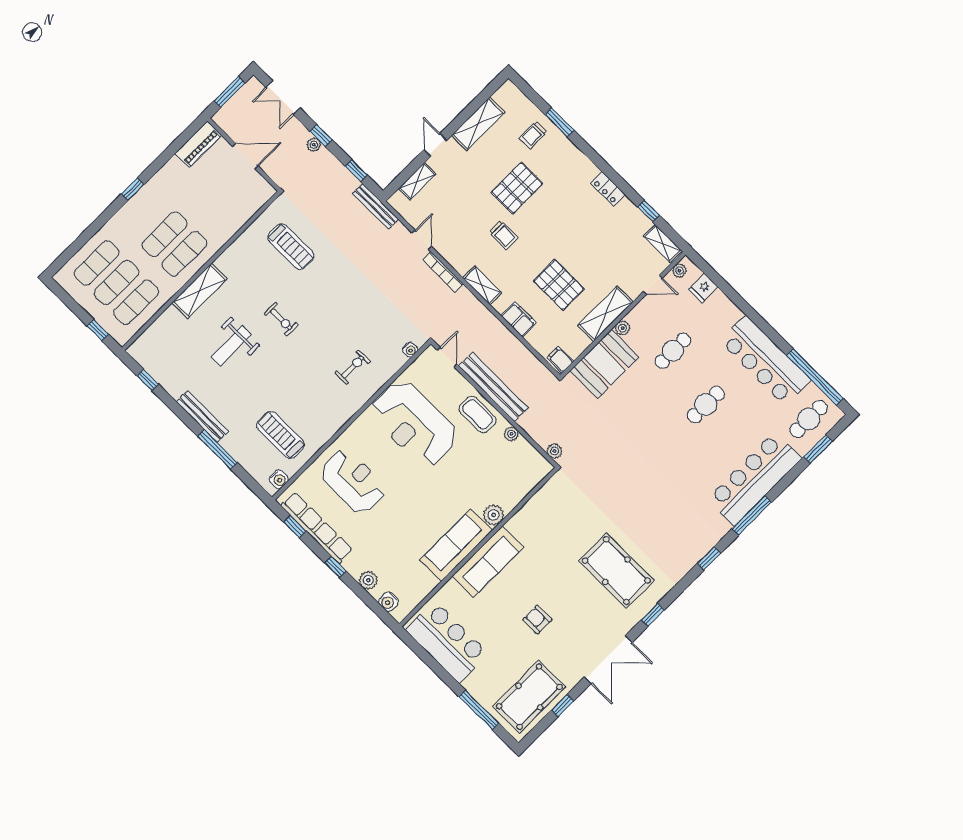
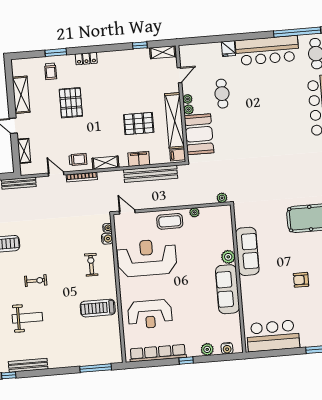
locker: (608, 189) -> (86, 59), moved
trolley: (503, 235) -> (78, 160), moved
plant: (679, 271) -> (187, 99), moved
fridge: (703, 288) -> (228, 49), moved
shelving: (605, 314) -> (175, 121), width x1.47
weight bench: (231, 346) -> (27, 318), turned -90
bench: (493, 387) -> (151, 174), moved
cafe table: (706, 404) -> (264, 100), removed
bench: (202, 416) -> (28, 365), moved
reception desk: (414, 424) -> (147, 258), turned 180
treadmill: (280, 435) -> (98, 308), moved
window: (218, 450) -> (96, 368), moved
water cooler: (279, 479) -> (107, 239), moved
reception desk: (353, 481) -> (150, 314), turned 180
window: (295, 527) -> (148, 364), removed
sofa: (488, 562) -> (247, 251), moved

